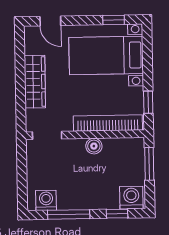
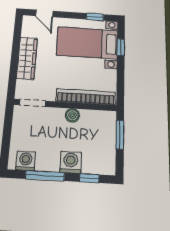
window: (148, 102) -> (121, 47), moved
washing machine: (131, 198) -> (71, 162), moved

